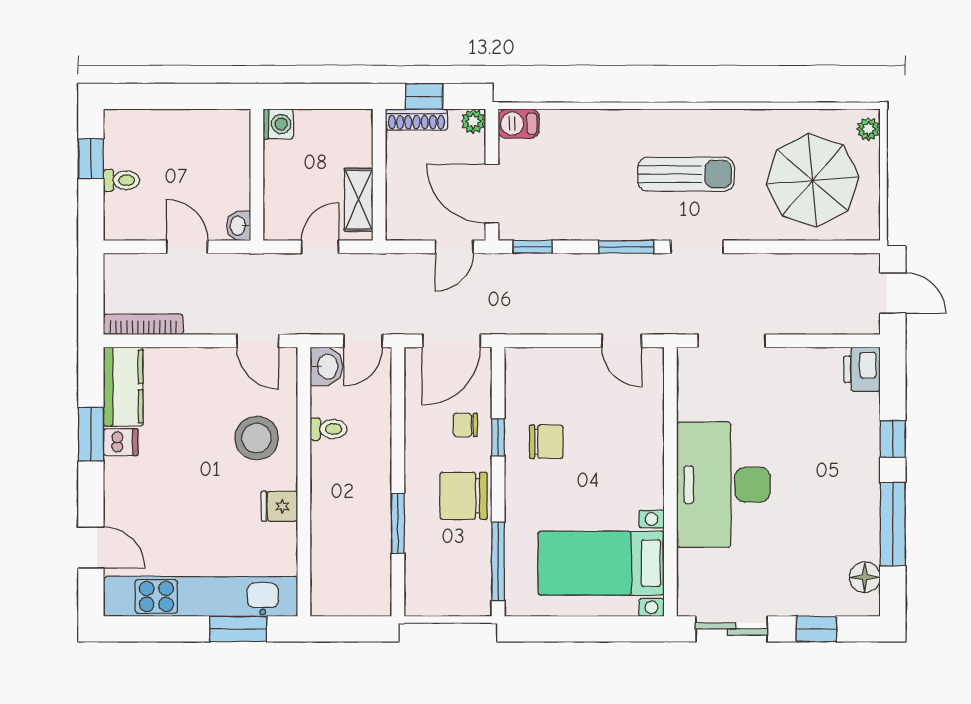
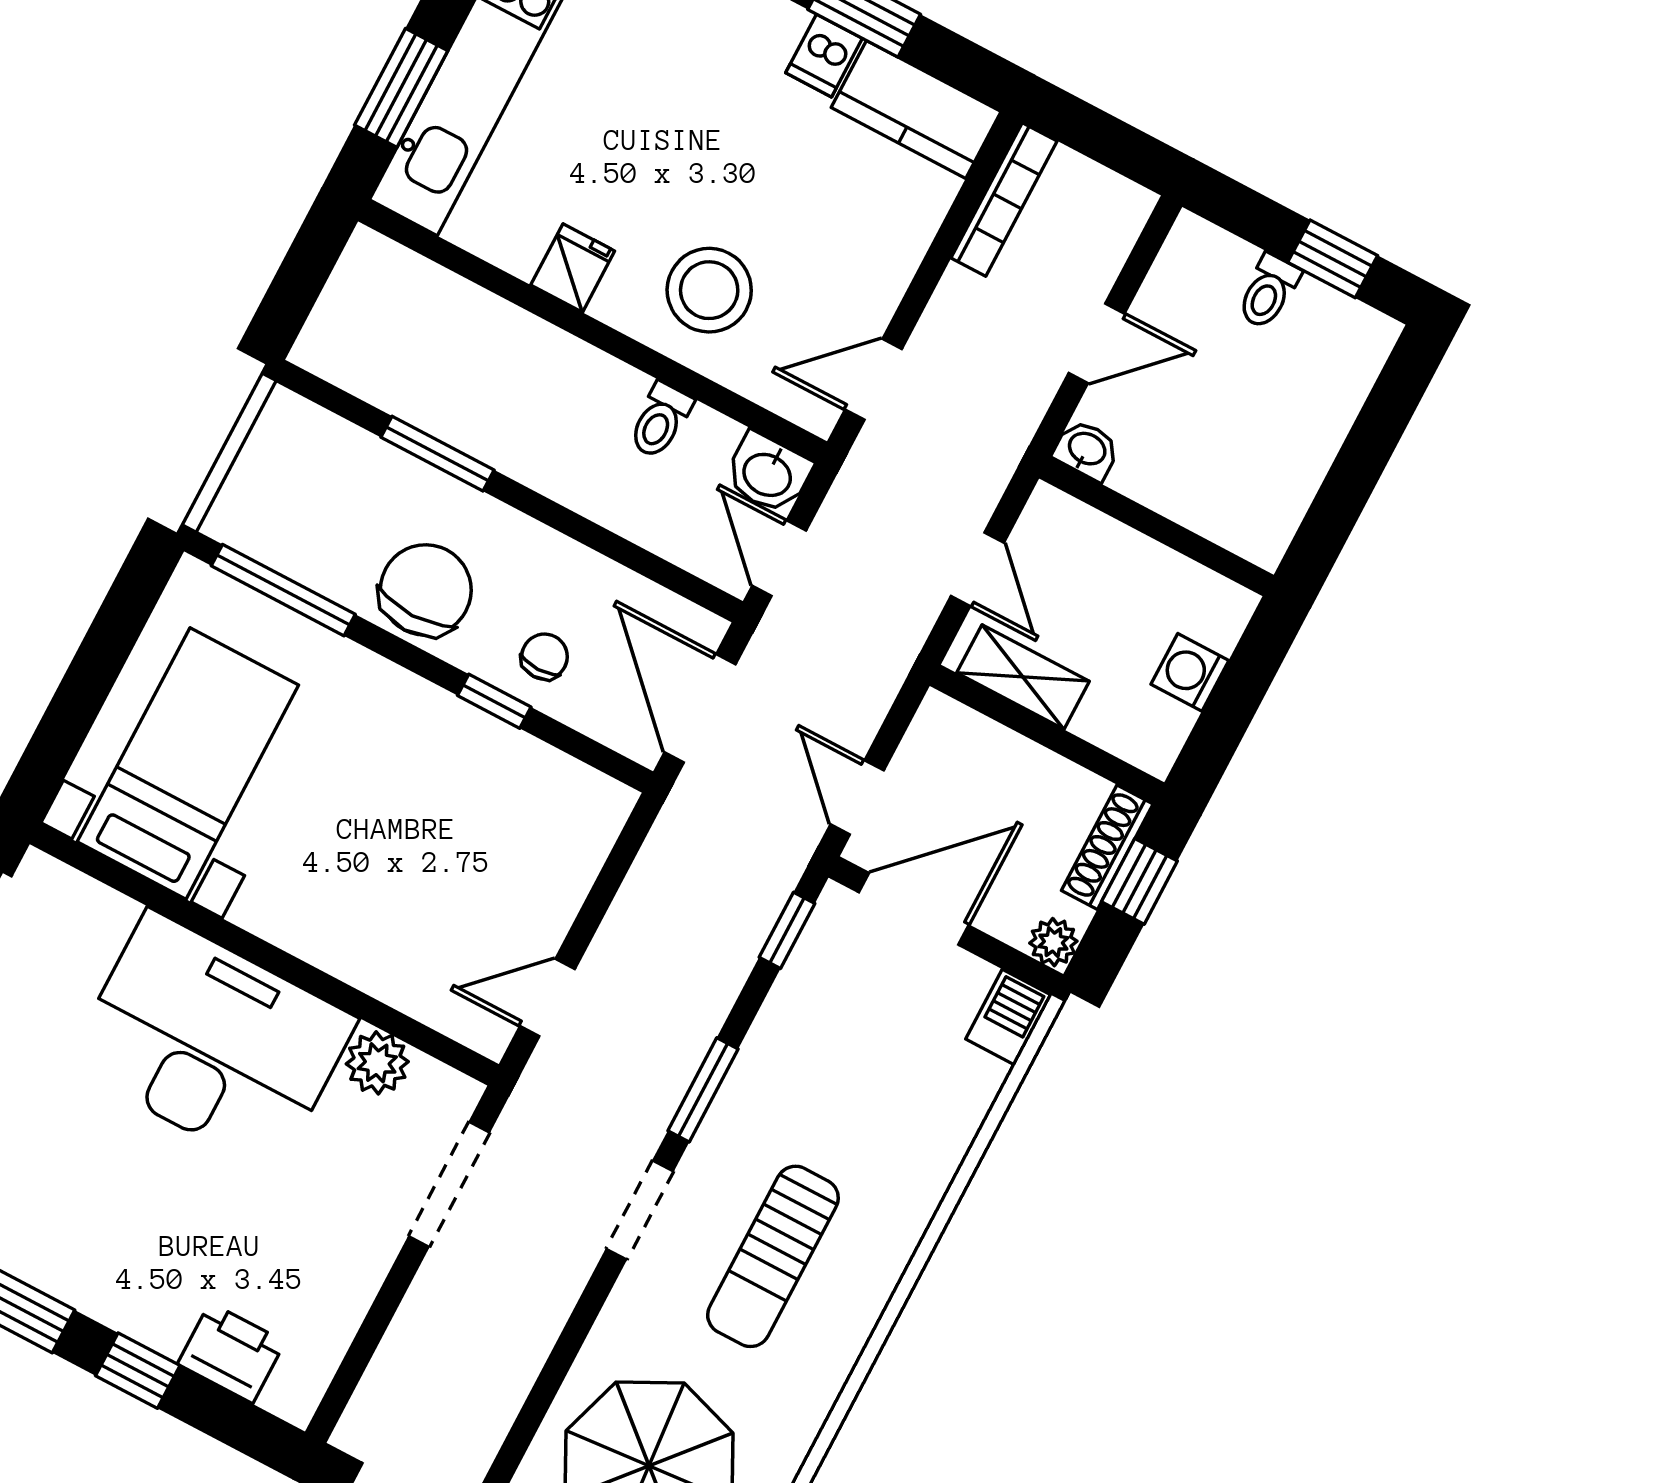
washing machine: (278, 124) -> (1190, 672), moved, turned 90
printer: (862, 369) -> (231, 1353), moved
plant: (693, 403) -> (377, 1063), added
chair: (546, 442) -> (444, 779), removed

